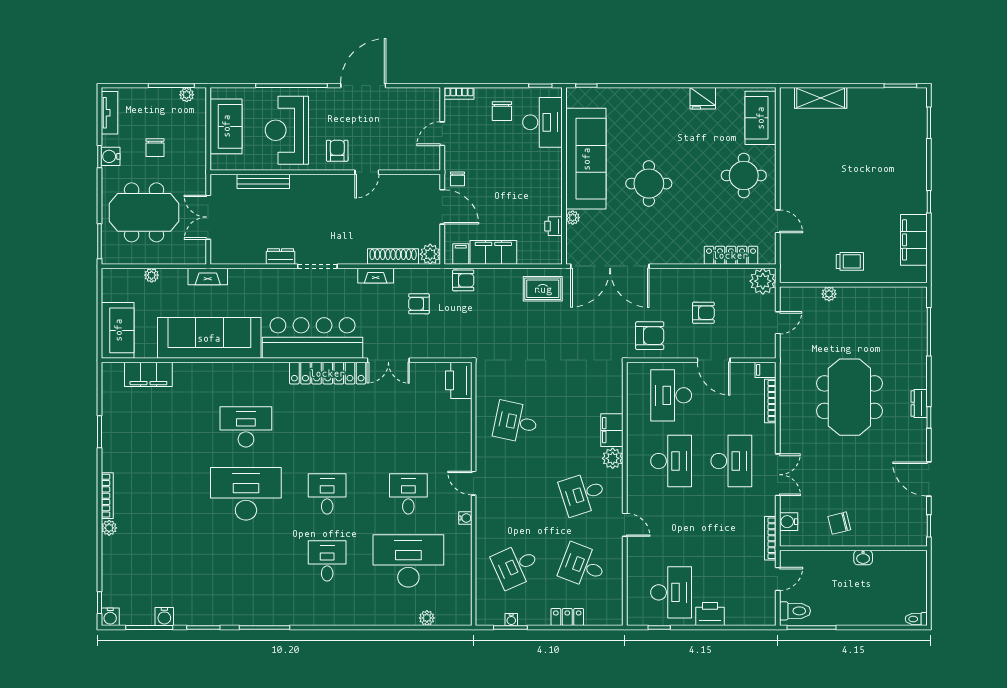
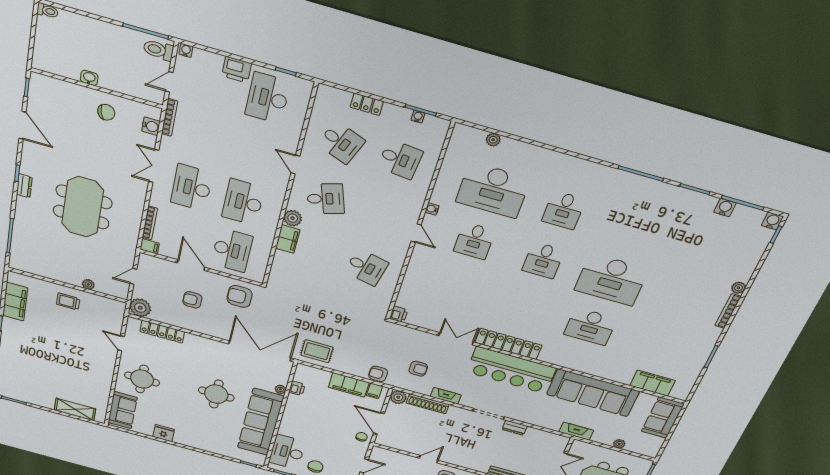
printer: (459, 380) -> (399, 314), width x0.53, depth x0.68
desk: (516, 566) -> (400, 159), turned 30
water cooler: (766, 619) -> (186, 50), added

